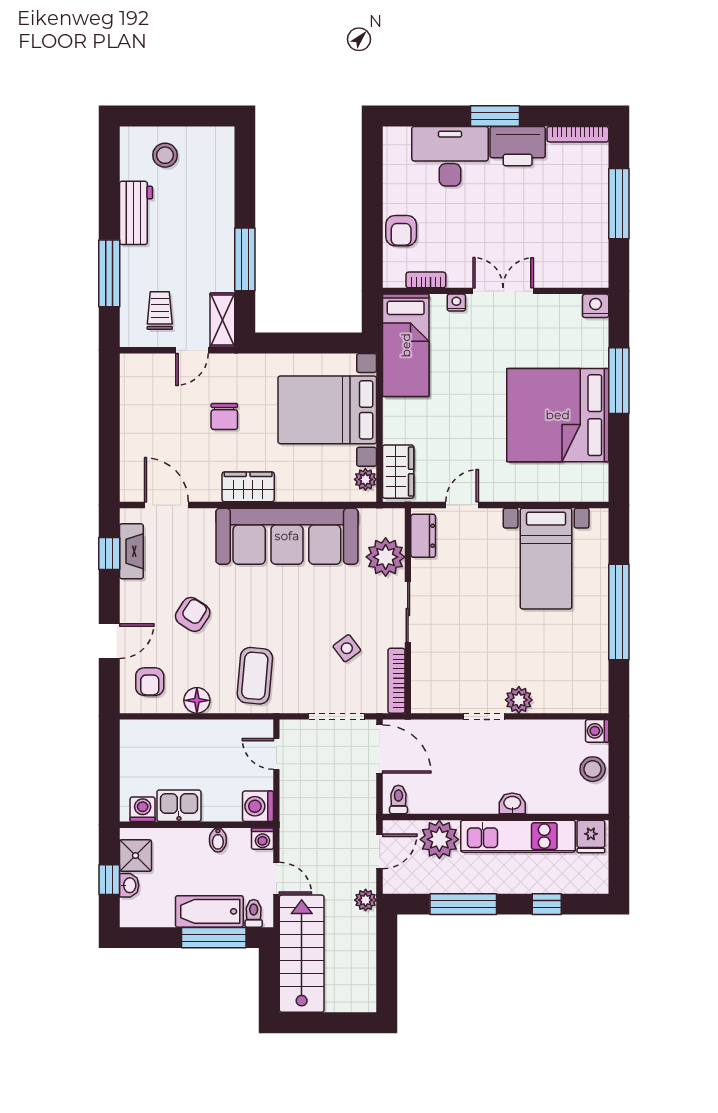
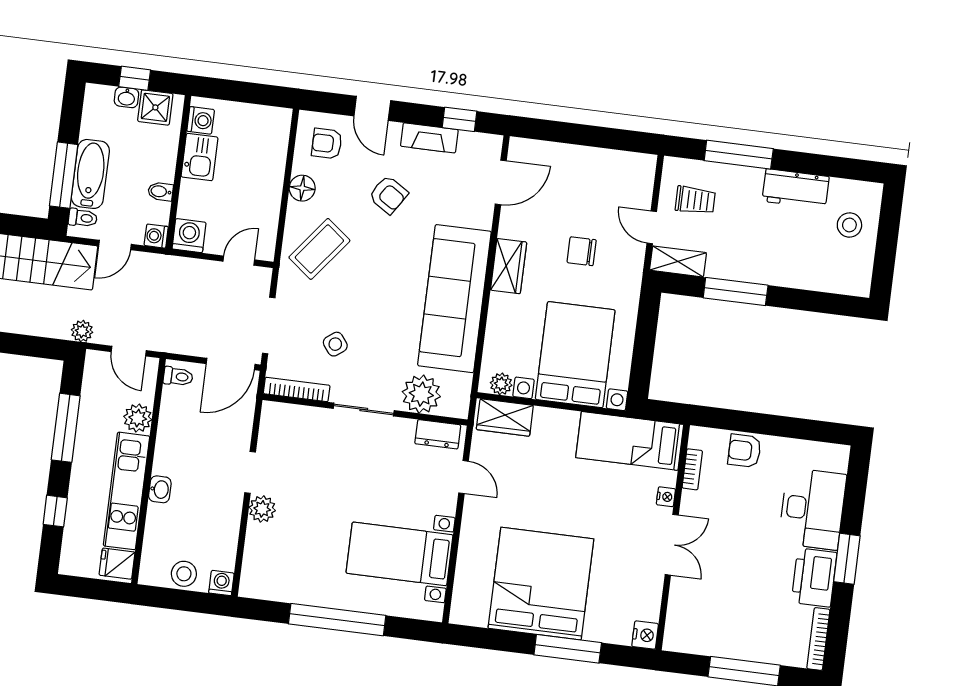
fireplace: (131, 551) -> (429, 138), moved
coffee table: (255, 676) -> (319, 249), turned -57
plant: (439, 839) -> (138, 418), width x0.73, depth x0.73

